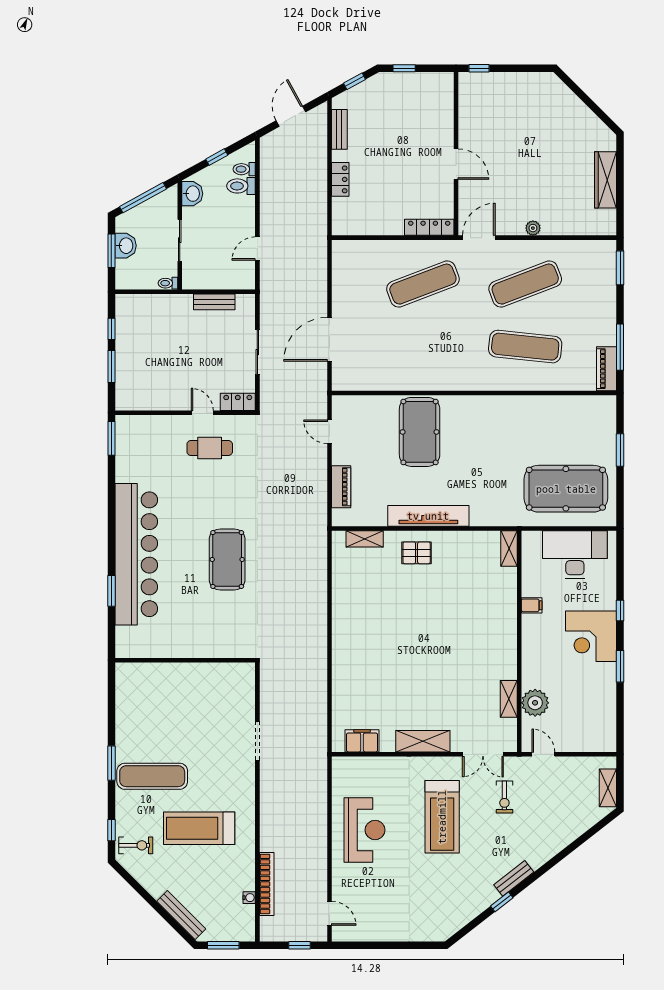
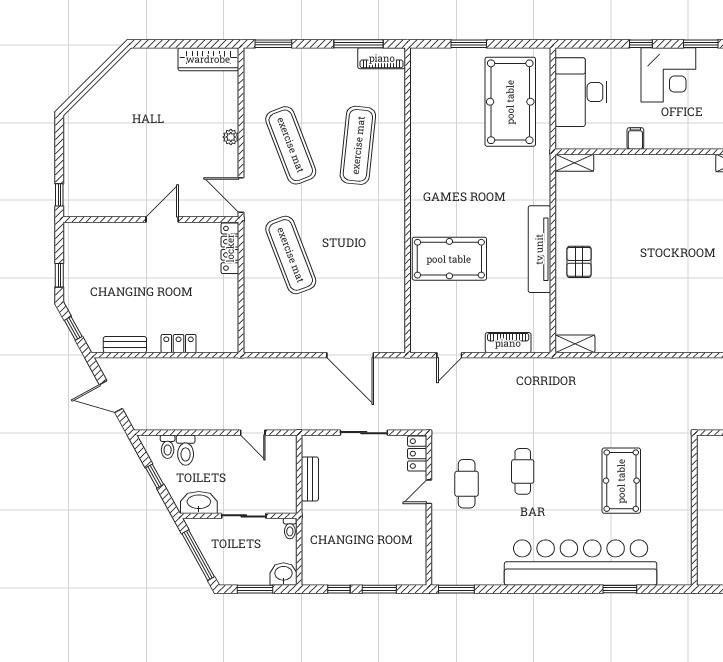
wardrobe: (605, 180) -> (208, 59), moved
washbasin: (192, 194) -> (199, 502), width x1.38
washbasin: (126, 246) -> (283, 574), moved
cafe table: (221, 500) -> (523, 471), added
shelving: (365, 539) -> (575, 344), moved, turned 90
pool table: (227, 559) -> (621, 481), moved, turned 90

